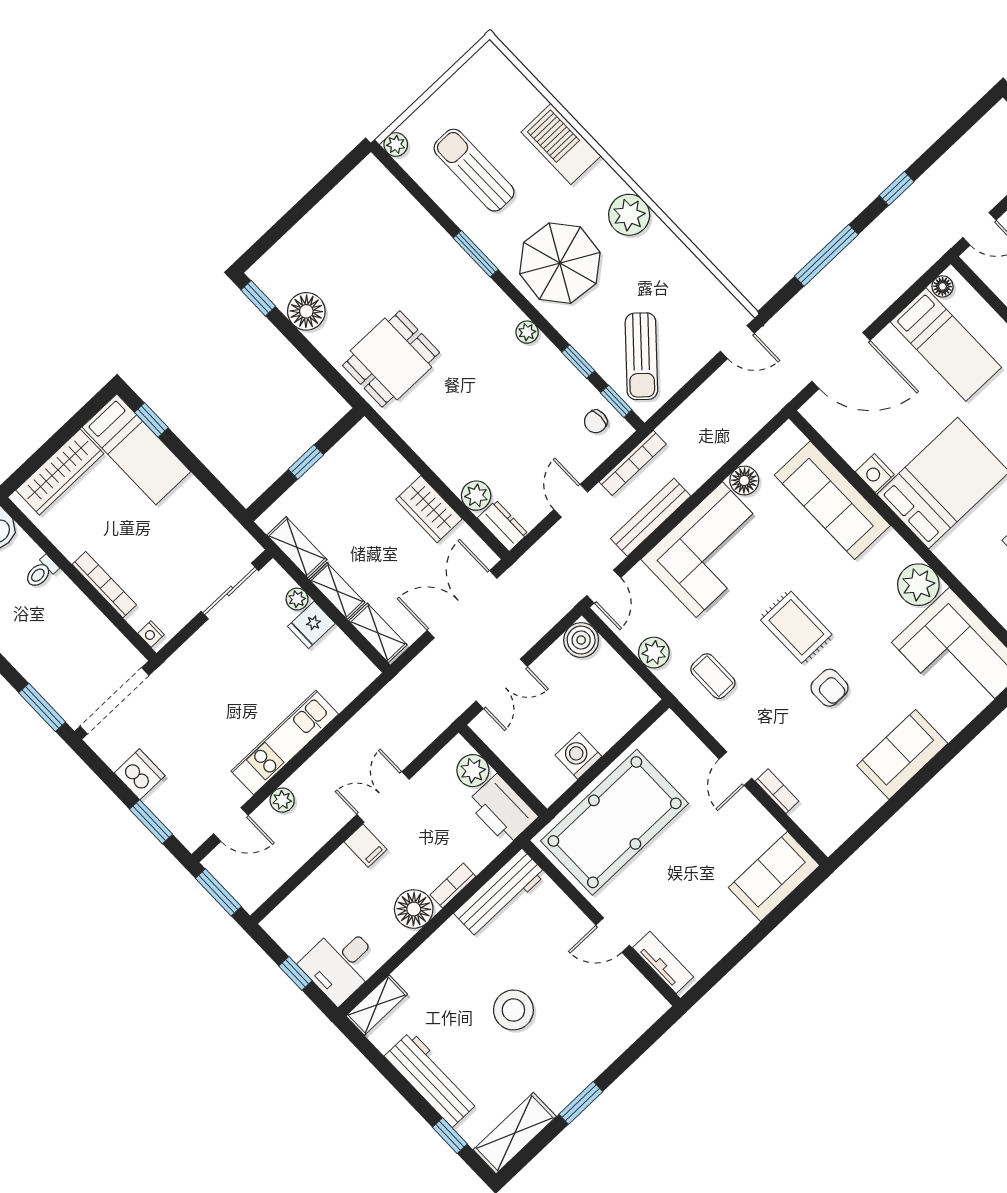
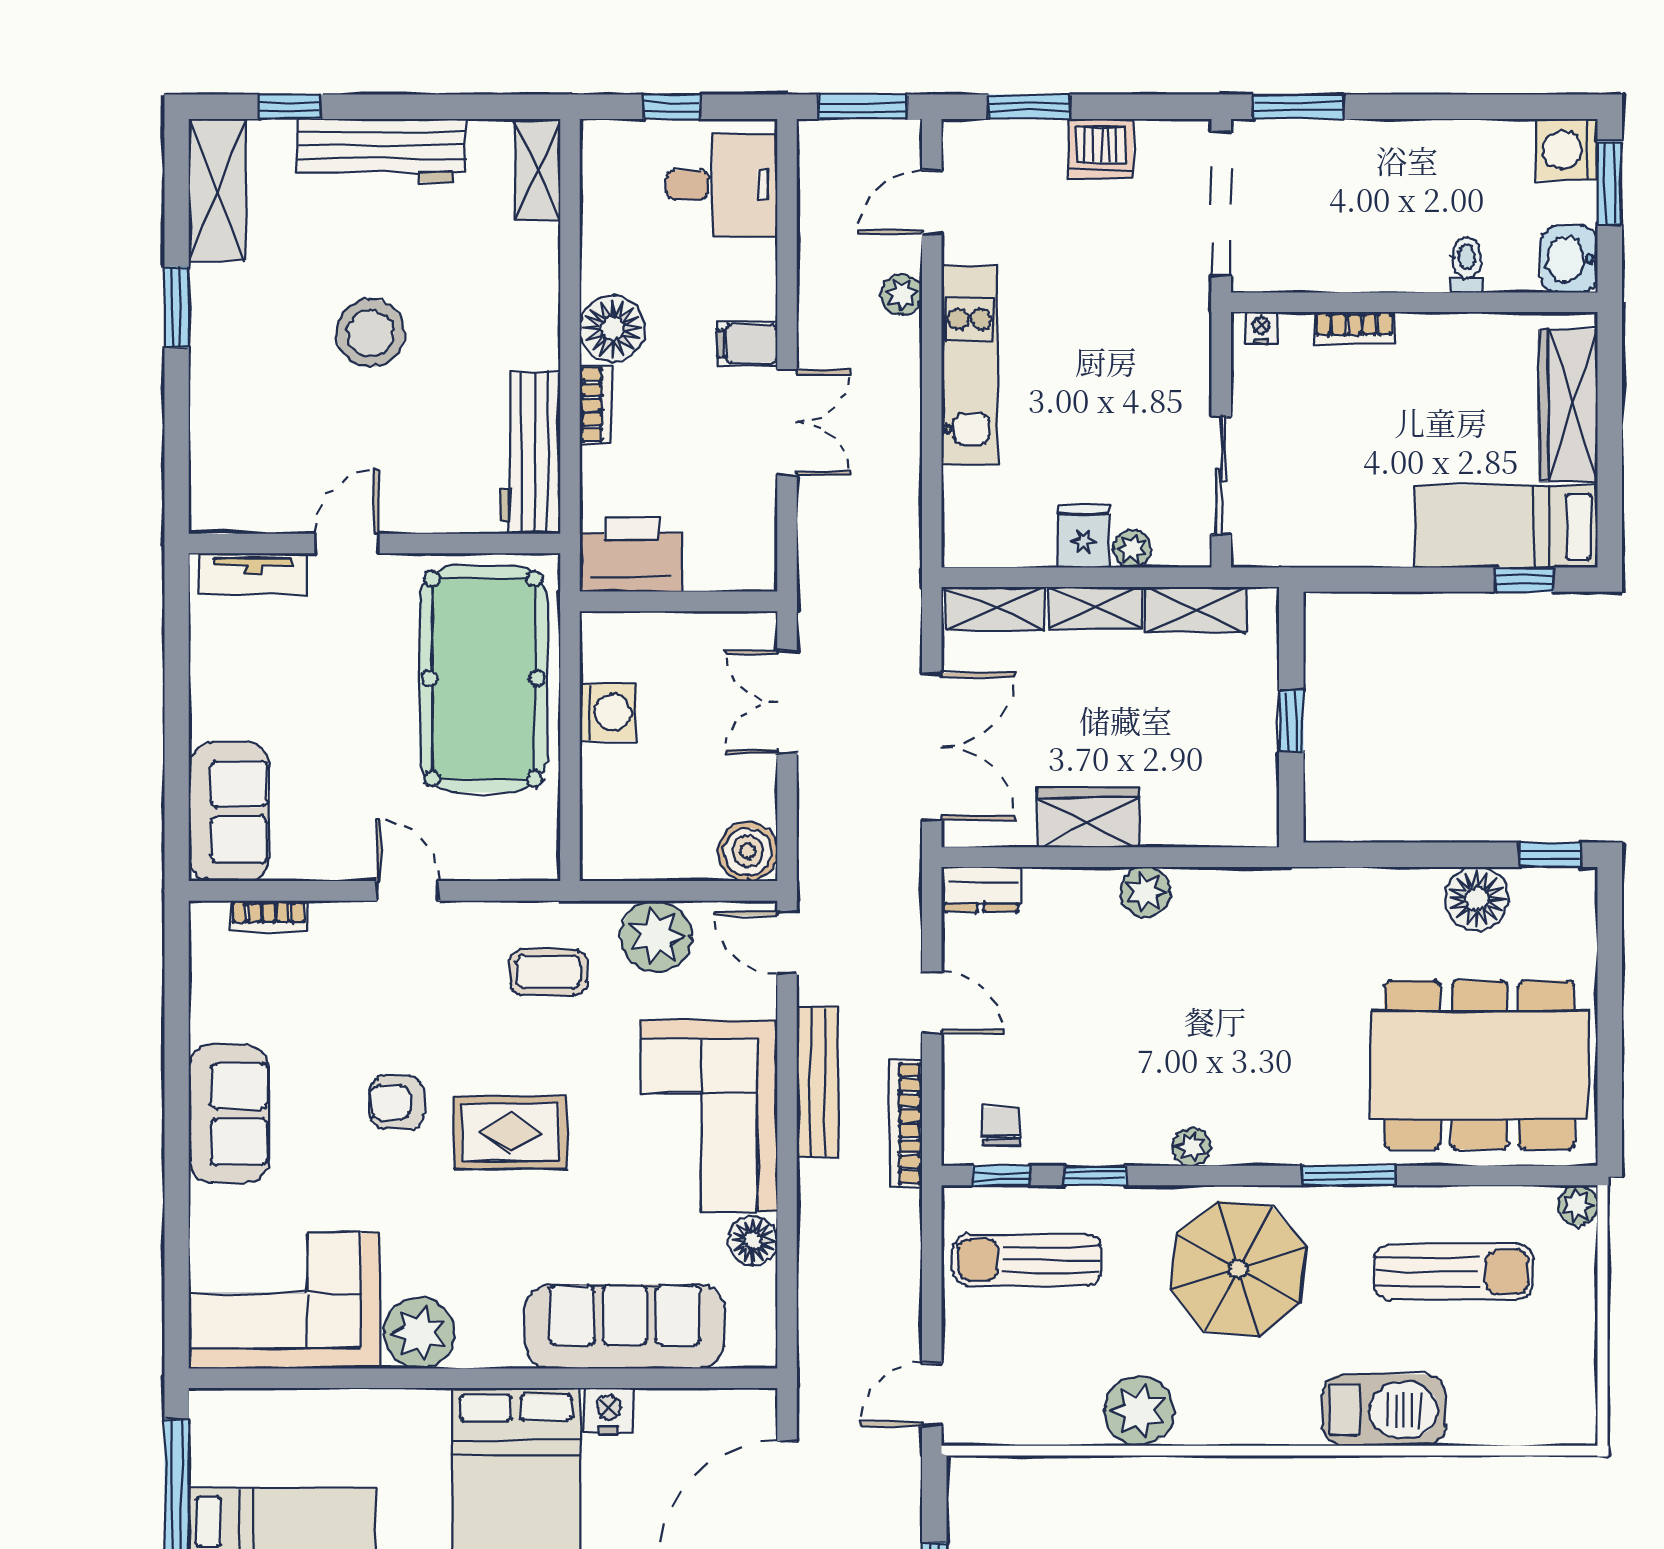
plant: (629, 215) -> (1139, 1411), moved
sun lounger: (641, 356) -> (1027, 1260), turned -42
dining table: (391, 359) -> (1479, 1065), moved, width x1.88, depth x1.24
plant: (476, 496) -> (1146, 892), moved
bookcase: (104, 585) -> (1354, 328), width x0.64
plant: (654, 653) -> (656, 936), width x1.36, depth x1.36
plant: (473, 771) -> (714, 564), removed
bookcase: (777, 791) -> (269, 916), moved
desk: (341, 963) -> (722, 185), moved, turned 90

